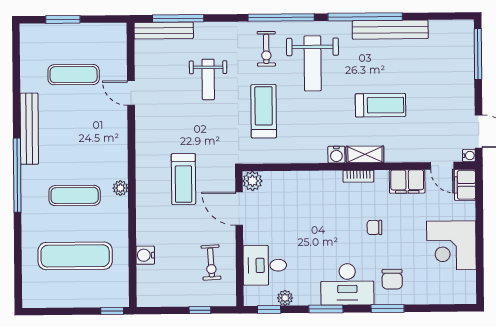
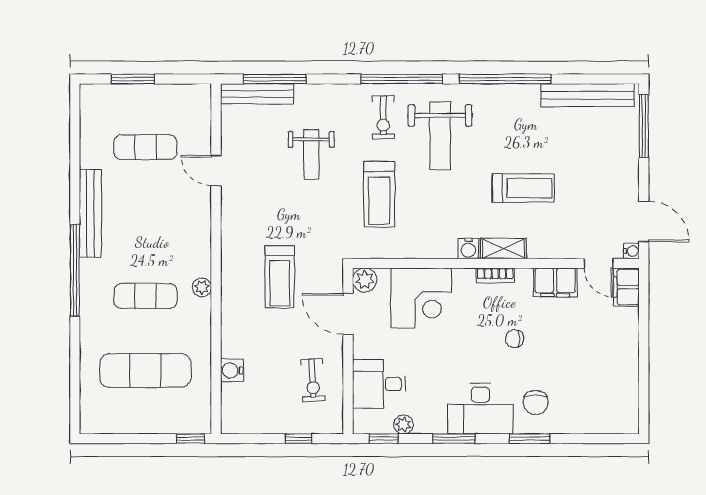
bench: (390, 30) -> (588, 95), moved
treadmill: (264, 111) -> (379, 194), turned 180
corner desk: (451, 245) -> (421, 298), moved, turned -90

